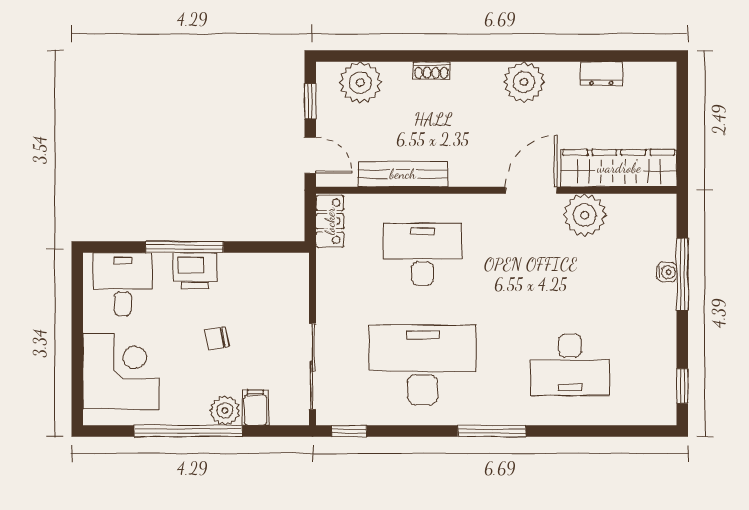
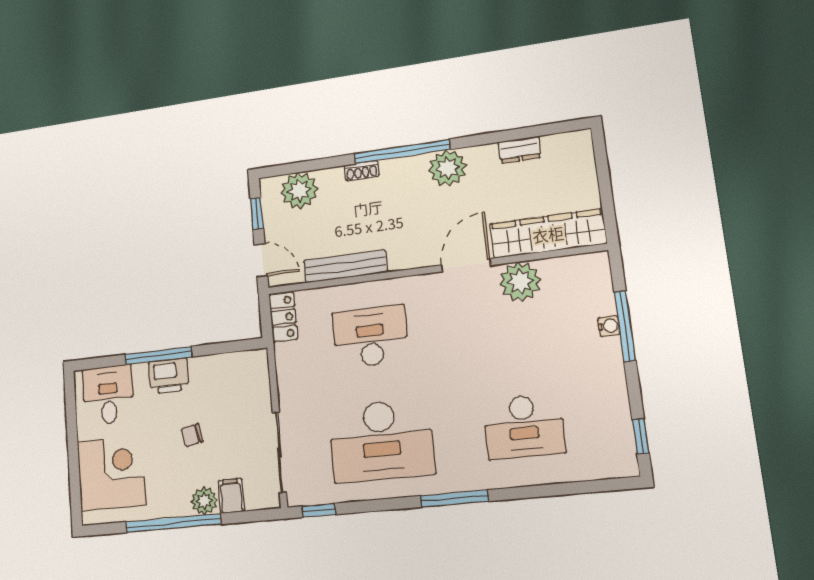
window: (477, 56) -> (402, 152), added
desk: (423, 365) -> (381, 441), turned 180

